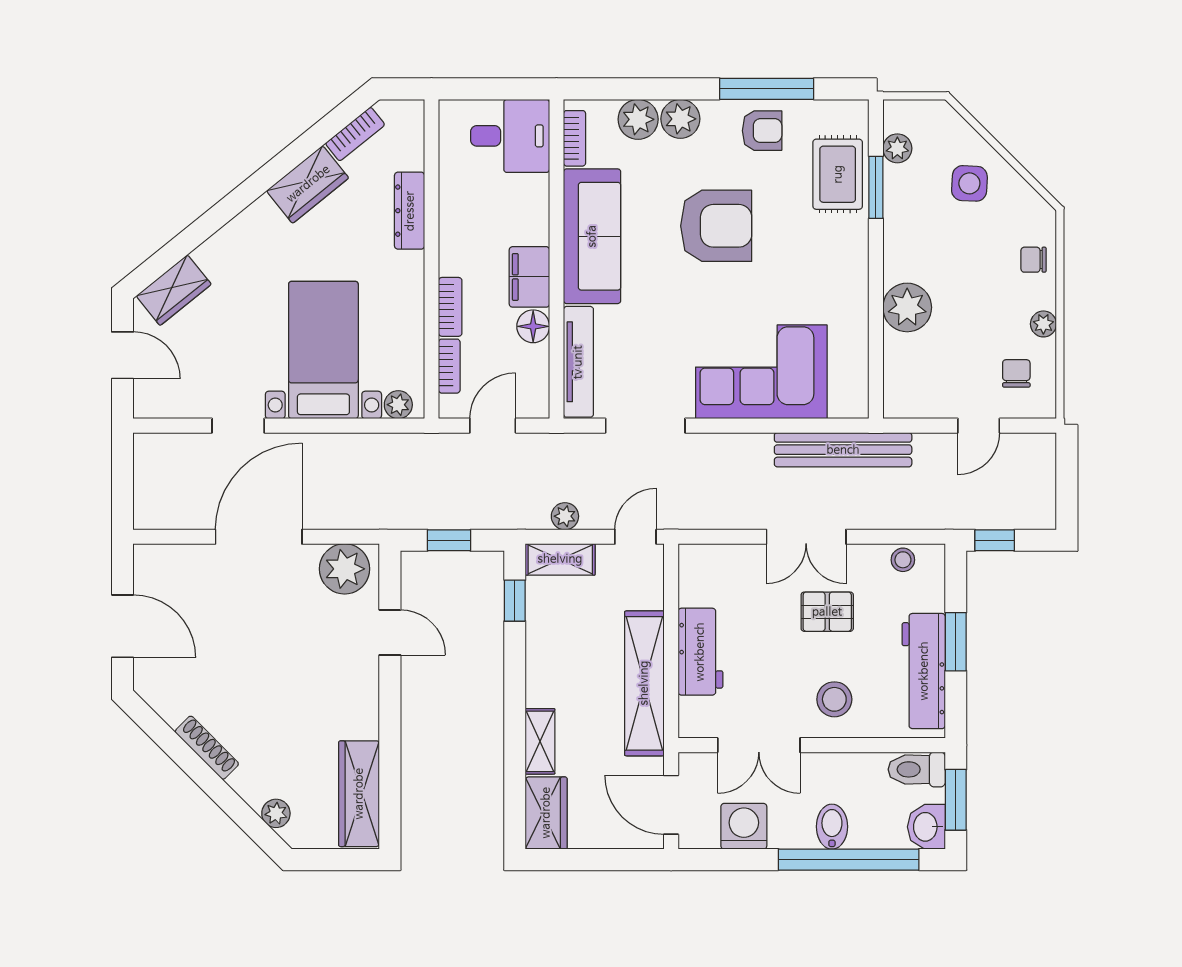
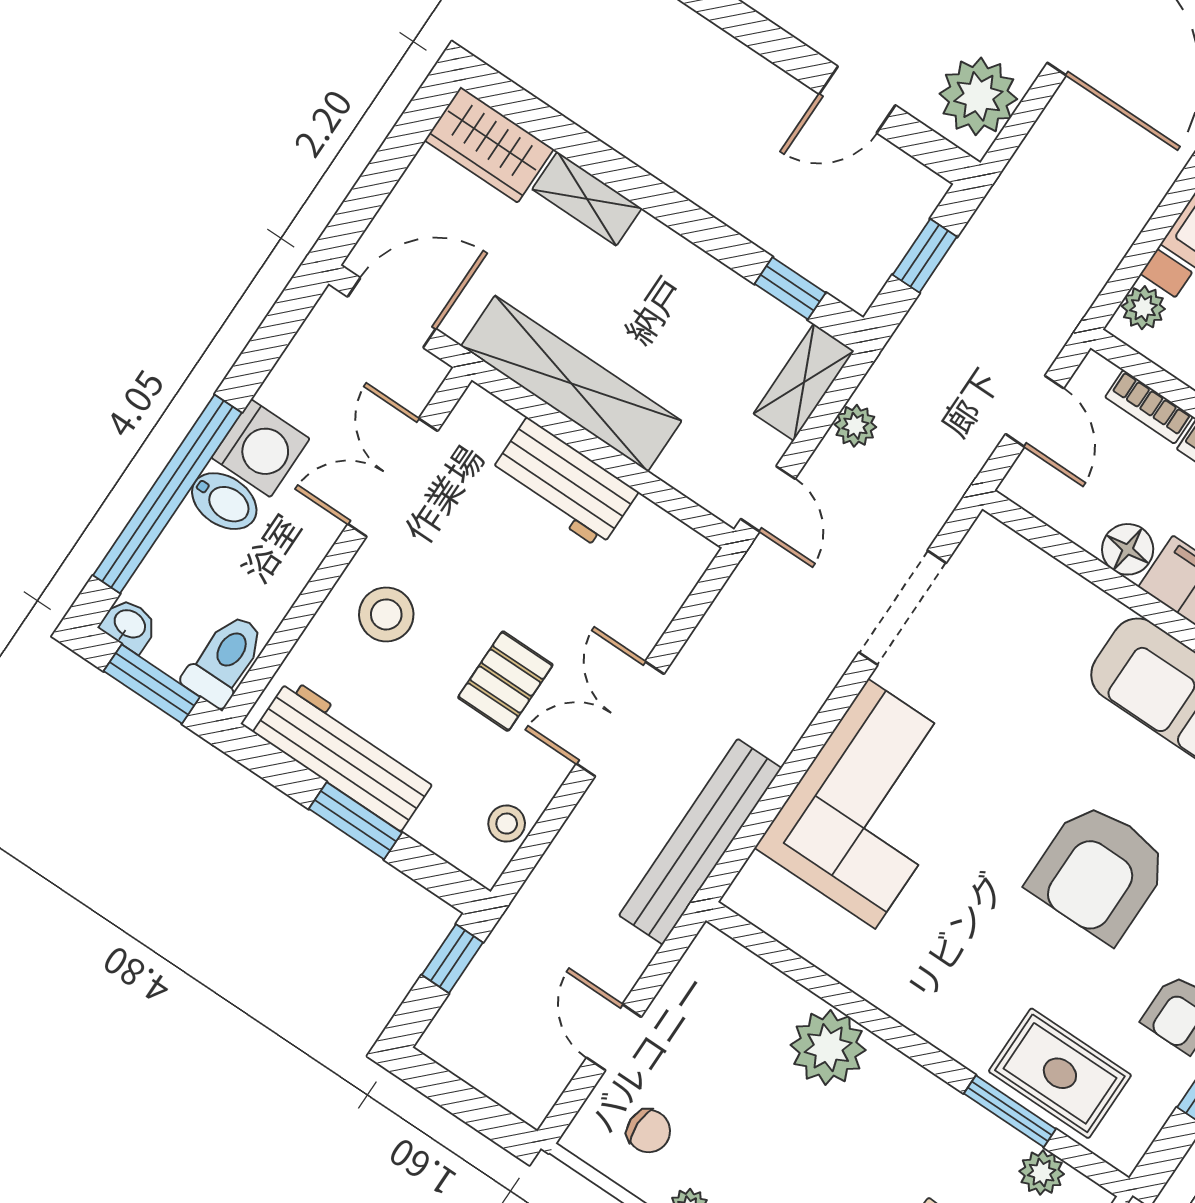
tv unit: (578, 362) -> (1043, 577), removed
washing machine: (744, 826) -> (260, 448), moved
washbasin: (926, 827) -> (129, 625), width x0.72, depth x0.69

